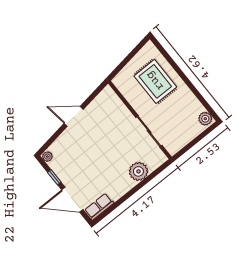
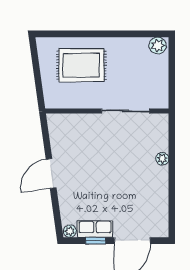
plant: (138, 171) -> (162, 159), width x0.53, depth x0.53
row of seats: (99, 207) -> (95, 229), moved, turned 90

